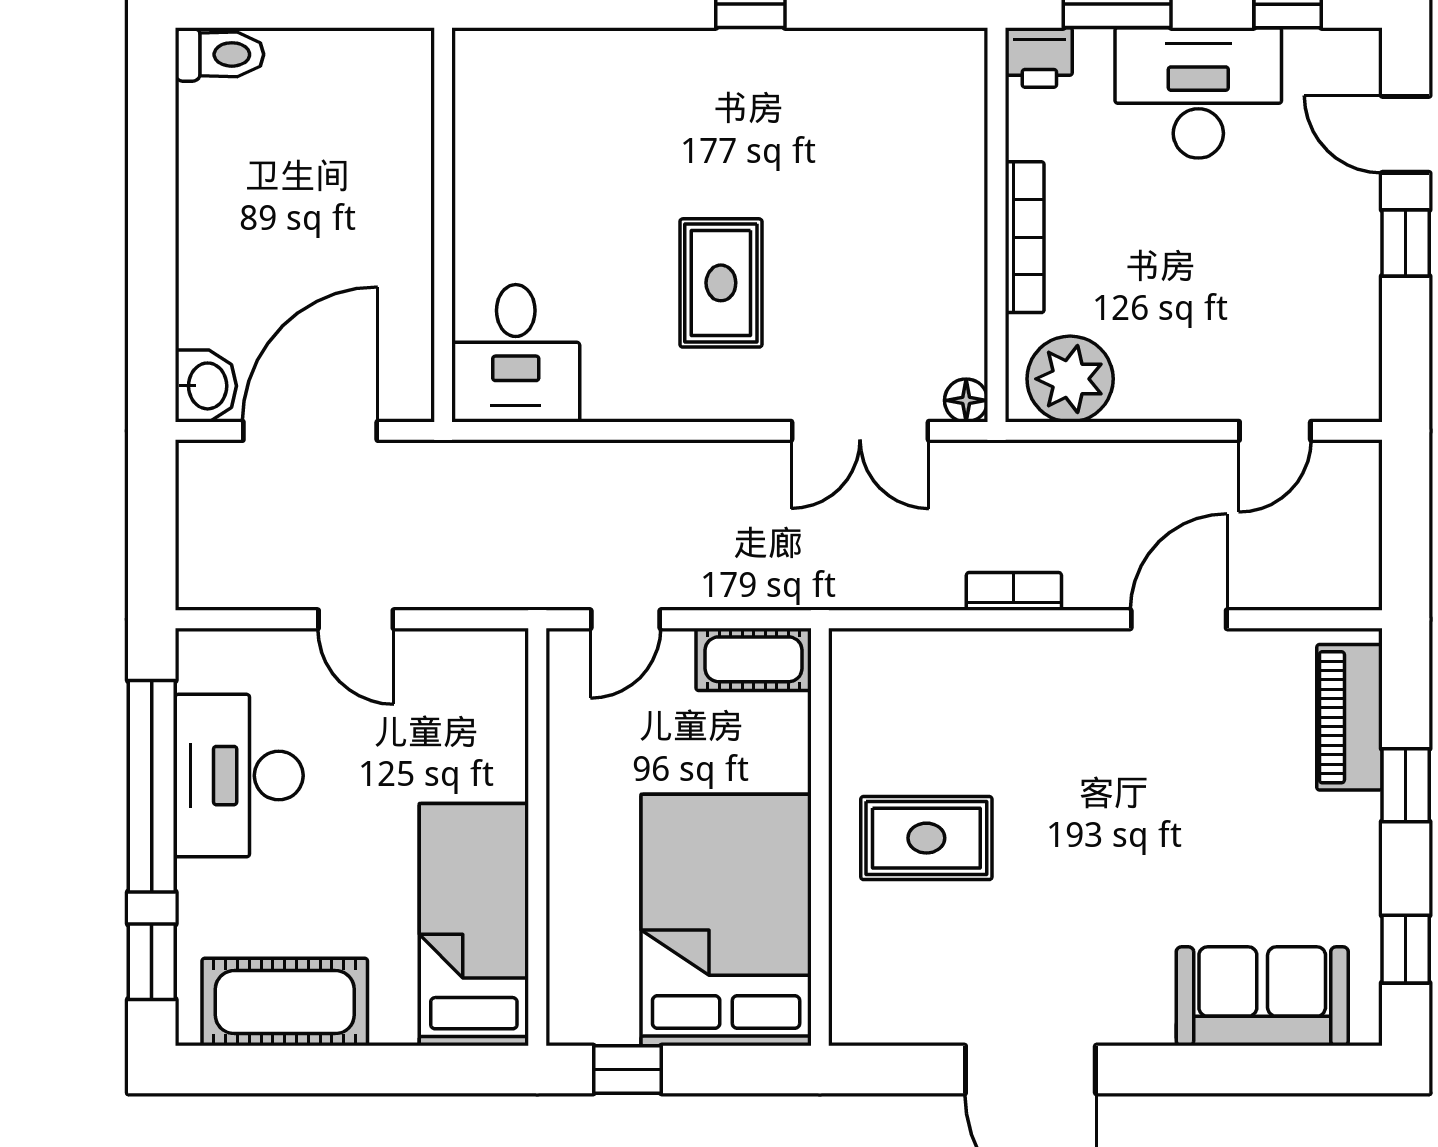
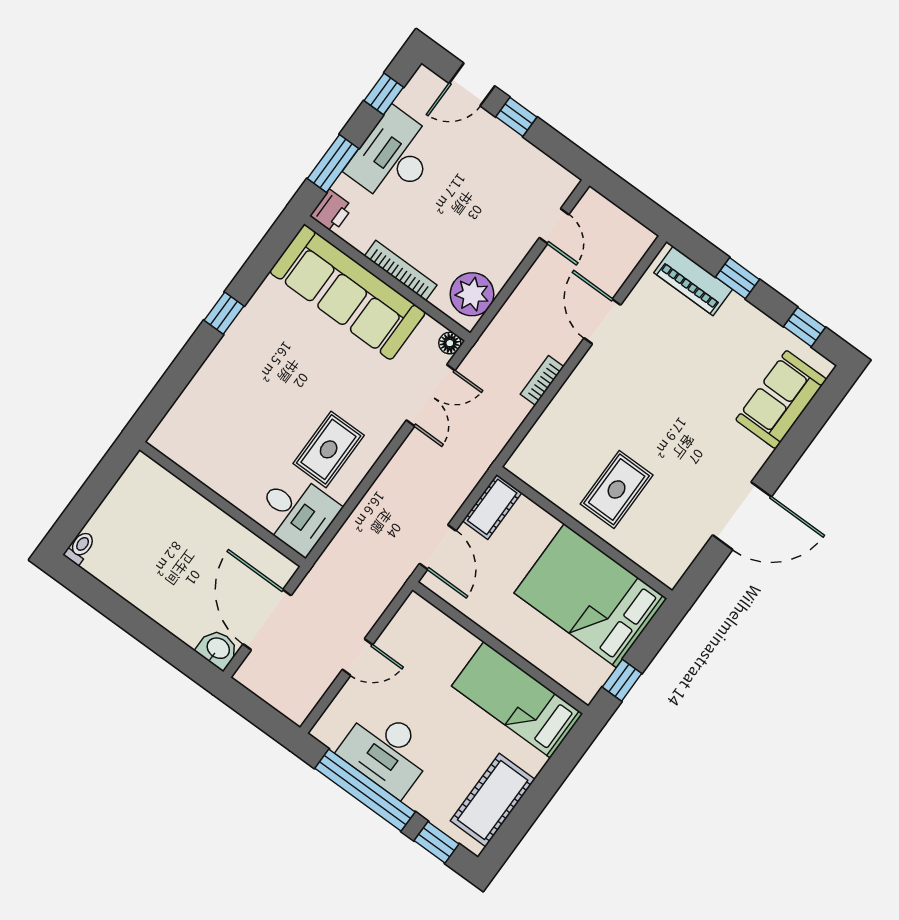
toilet: (219, 54) -> (80, 548), width x0.73, depth x0.72
sofa: (928, 177) -> (348, 292), added
rug: (721, 283) -> (329, 449), moved, turned 90
door: (625, 619) -> (438, 547), width x1.38

